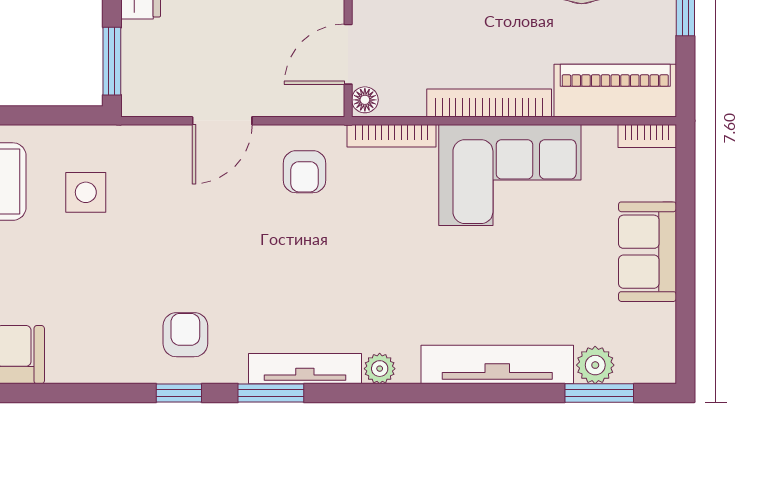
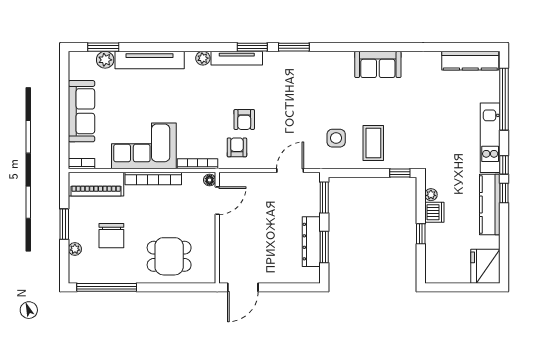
door: (222, 121) -> (290, 171), moved
sofa: (647, 252) -> (81, 111), width x1.36
armchair: (185, 335) -> (244, 119), moved
window: (179, 393) -> (294, 47), width x1.50

